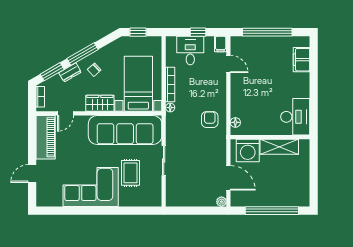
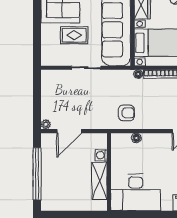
desk: (295, 117) -> (136, 192), width x1.36, depth x1.30
floor lamp: (235, 122) -> (136, 138), moved
washing machine: (248, 151) -> (101, 155), width x0.53, depth x0.53

